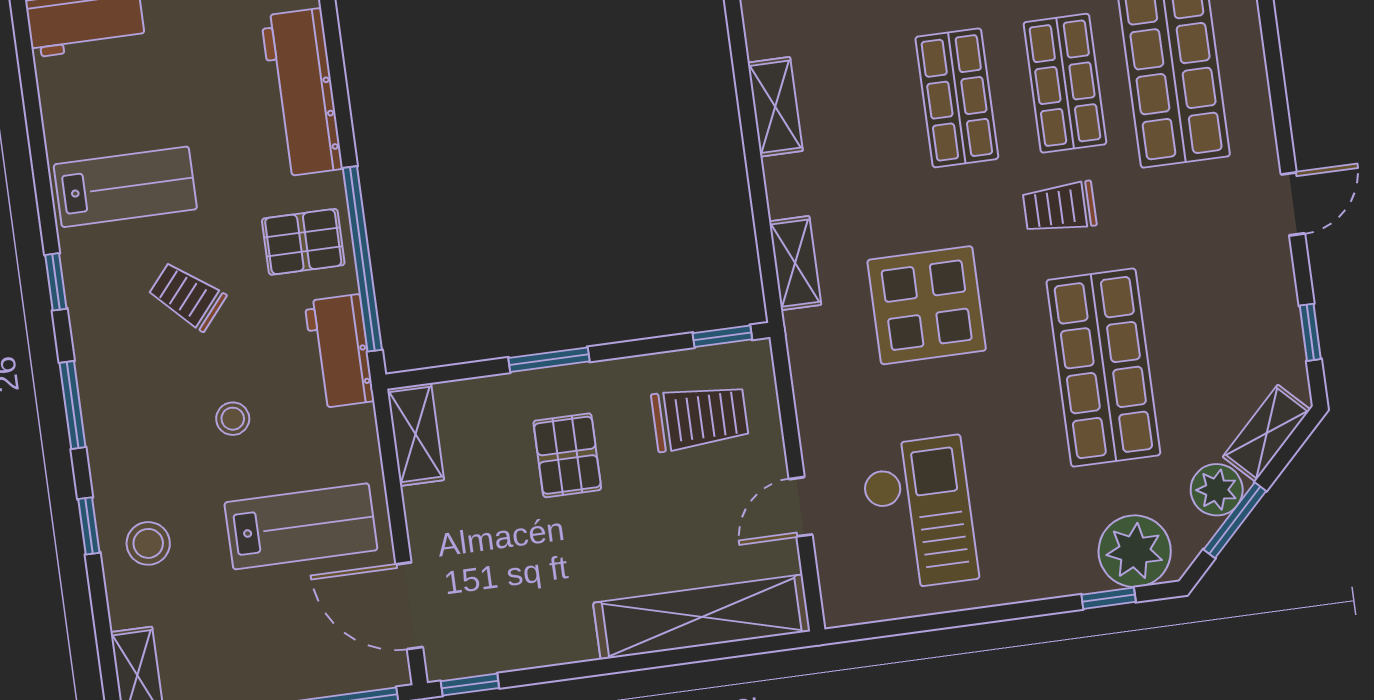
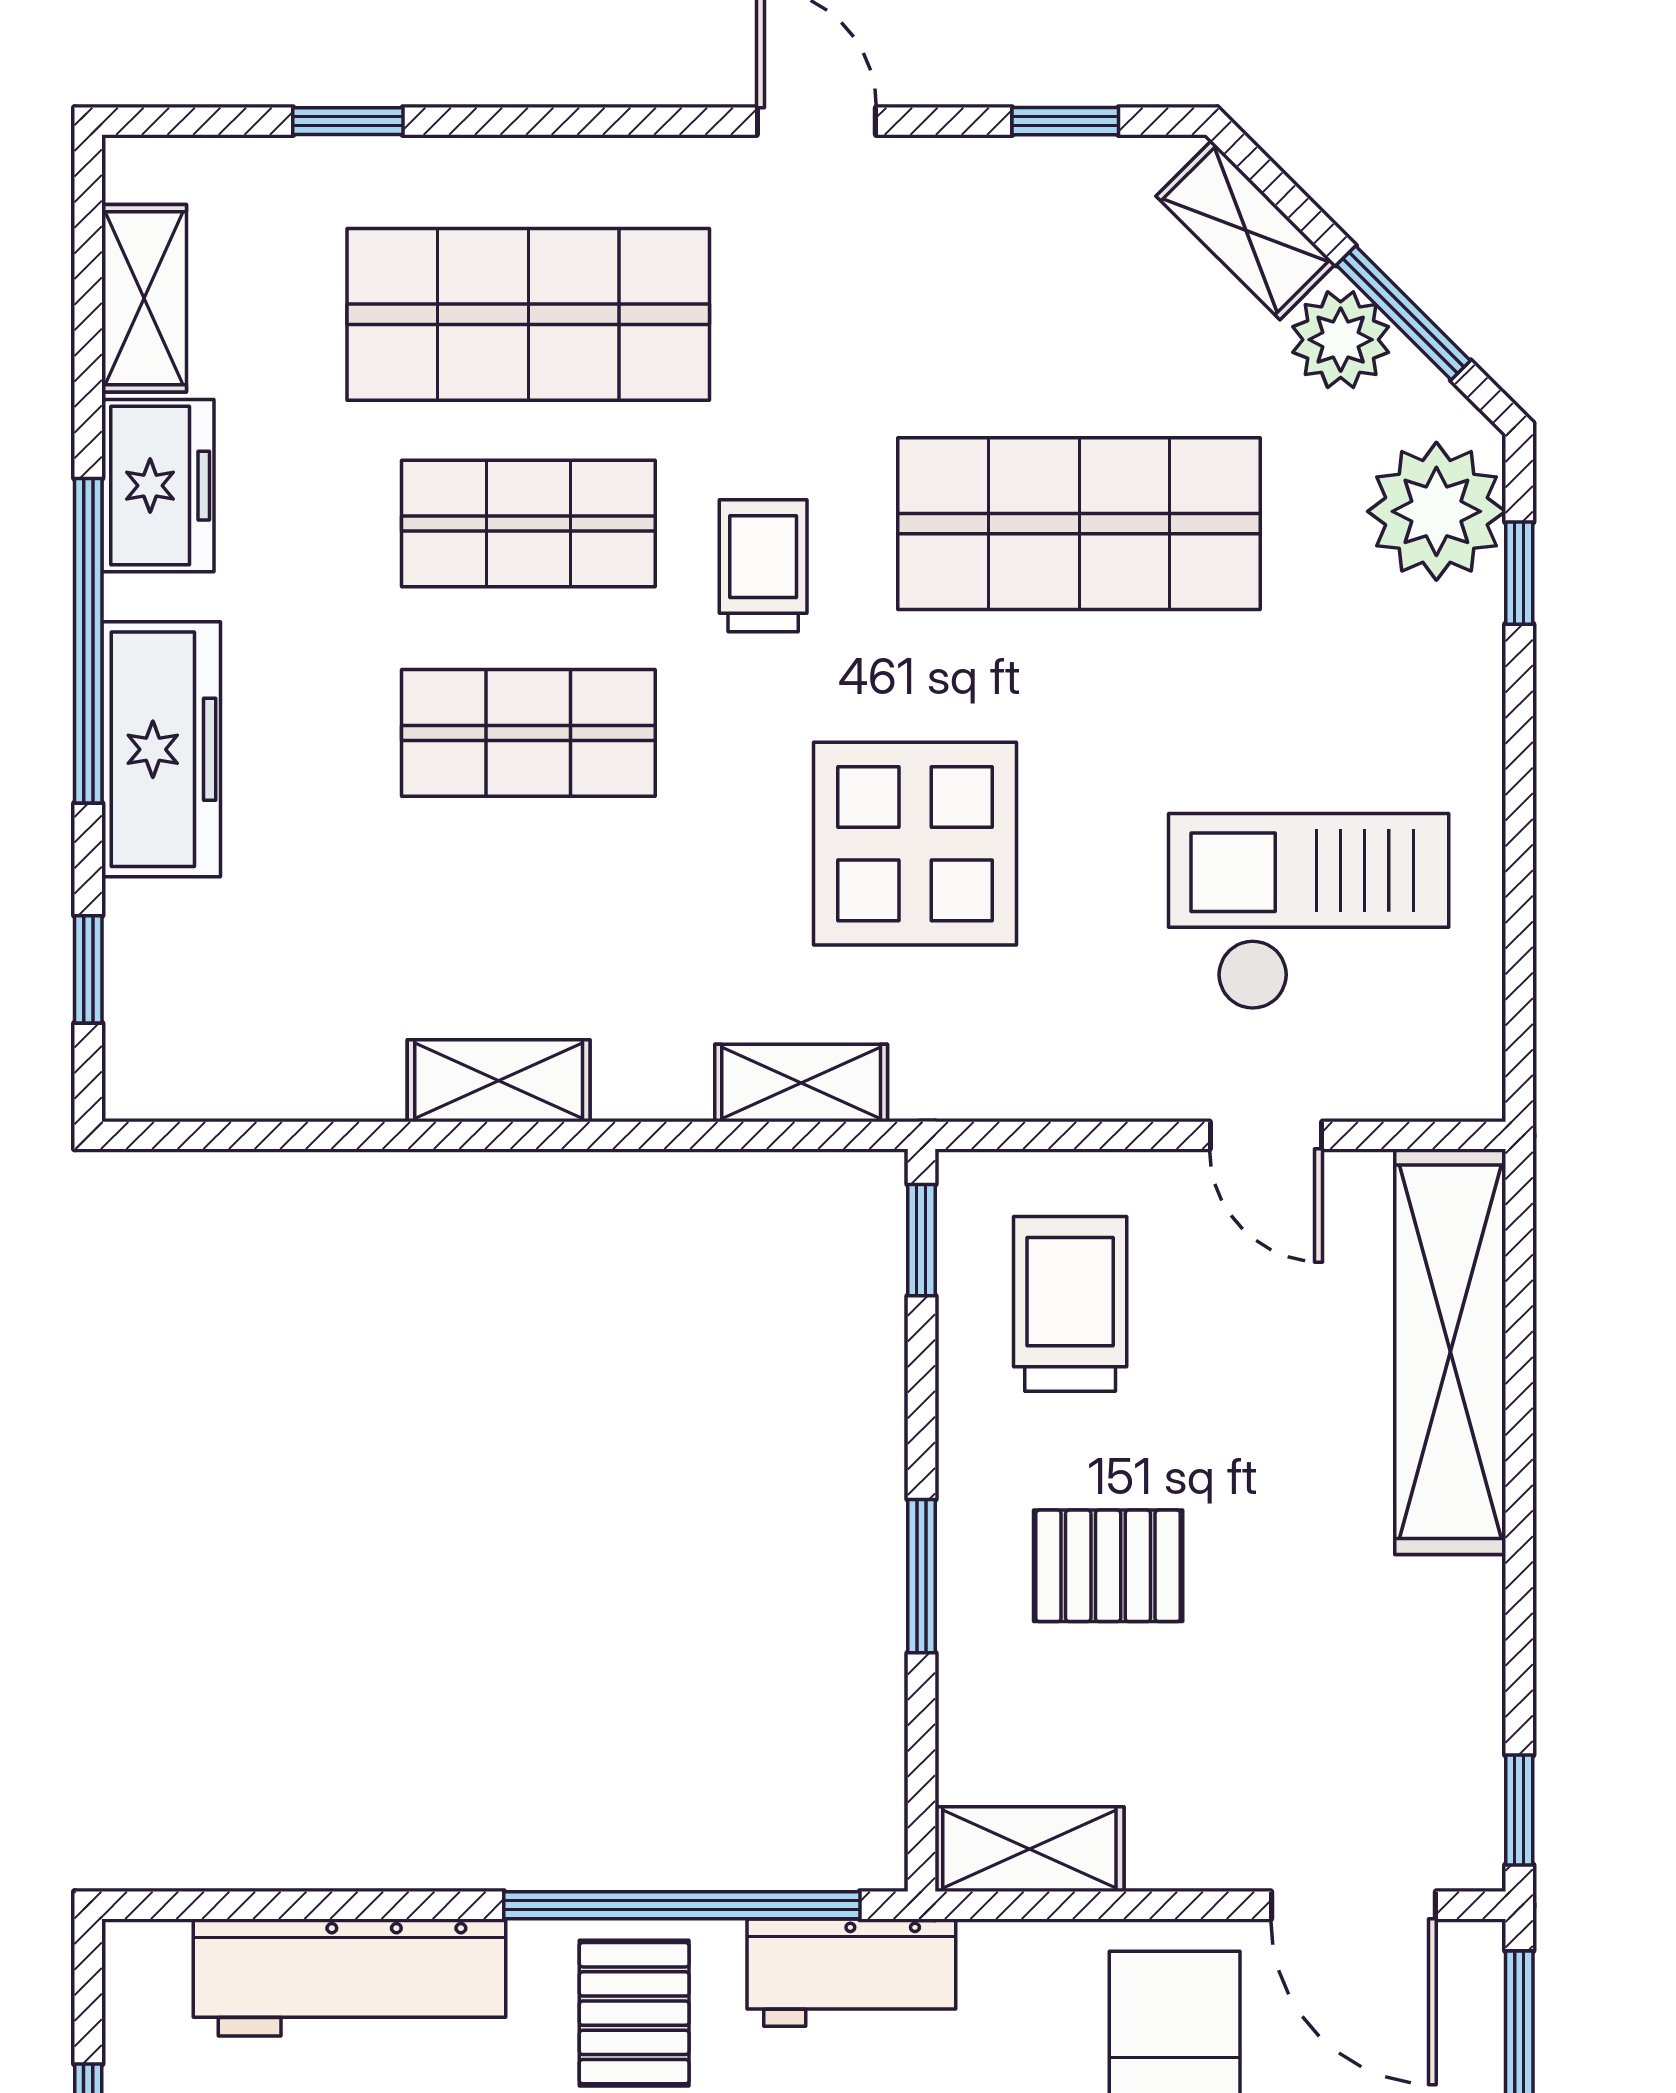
trolley: (1060, 207) -> (763, 566), turned 180
door: (409, 606) -> (1354, 1905), hinge flipped

